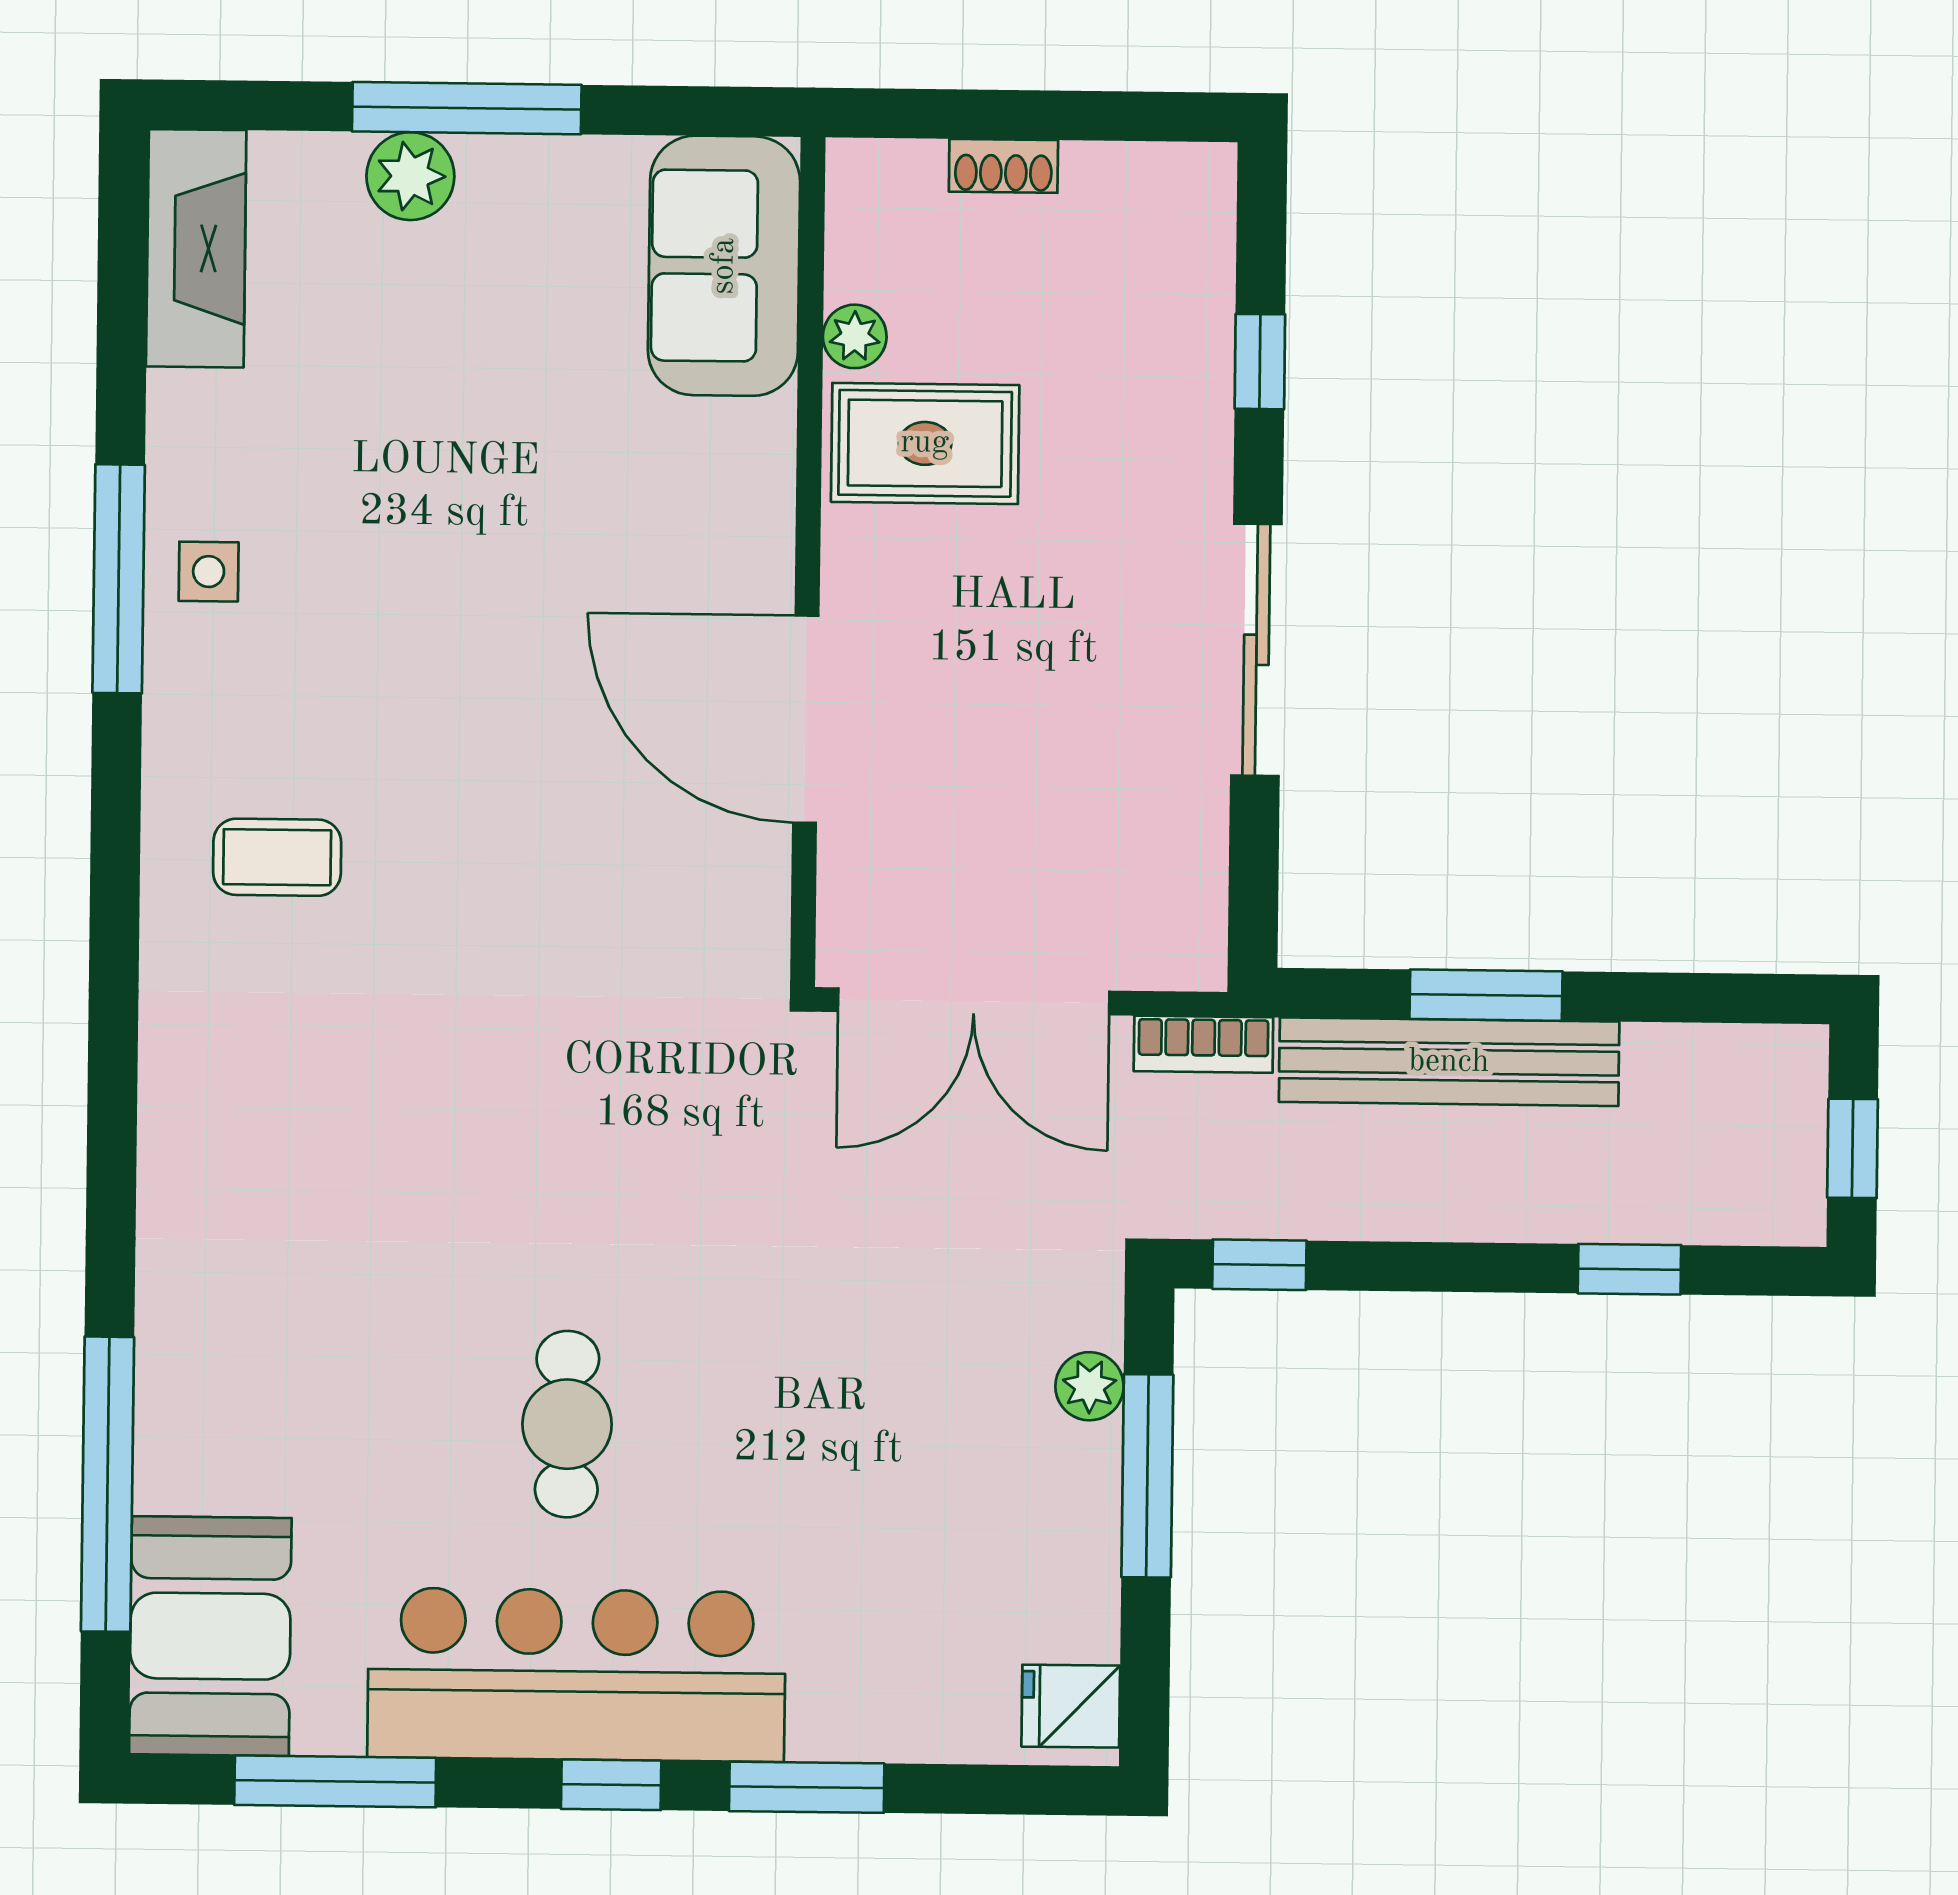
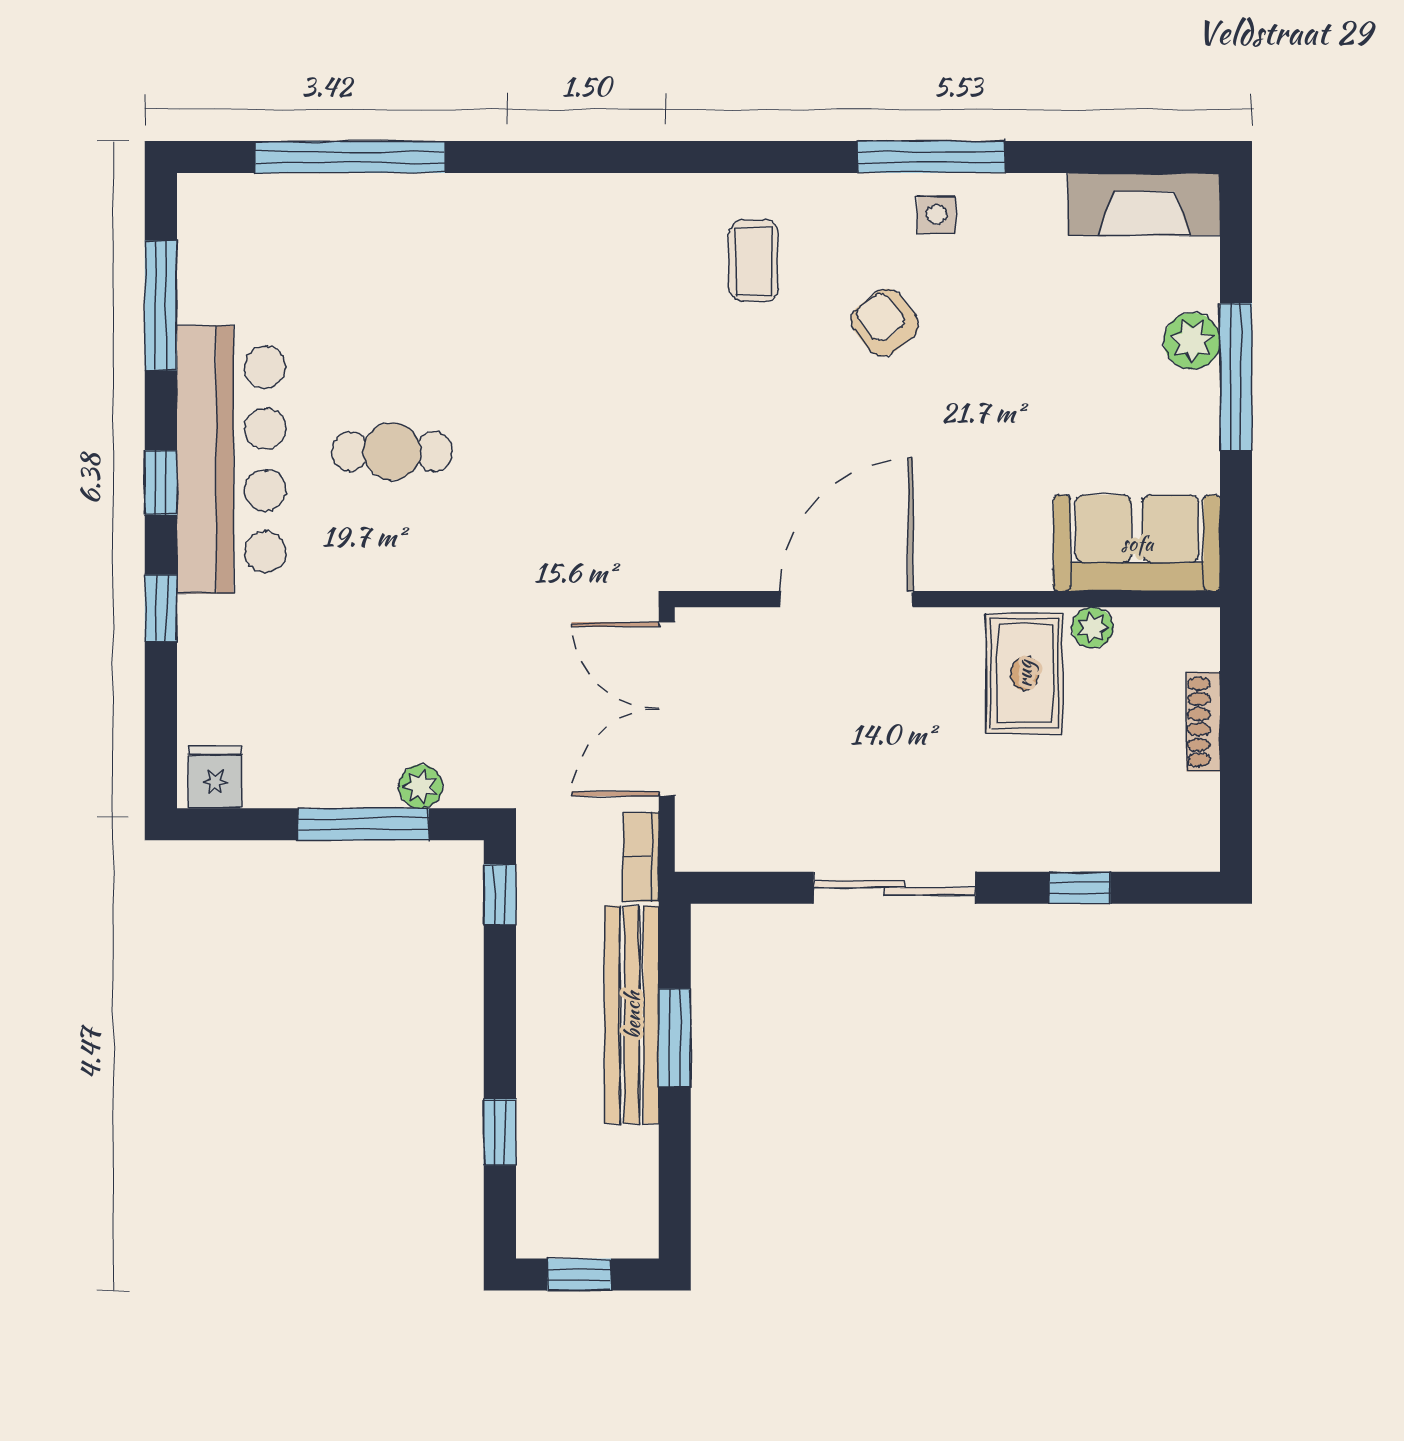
shoe rack: (1003, 166) -> (1203, 722), width x1.43
armchair: (376, 654) -> (885, 323), added
booth: (210, 1636) -> (253, 224), removed
window: (807, 1787) -> (161, 608), width x0.67

